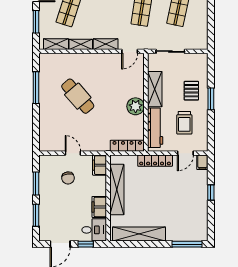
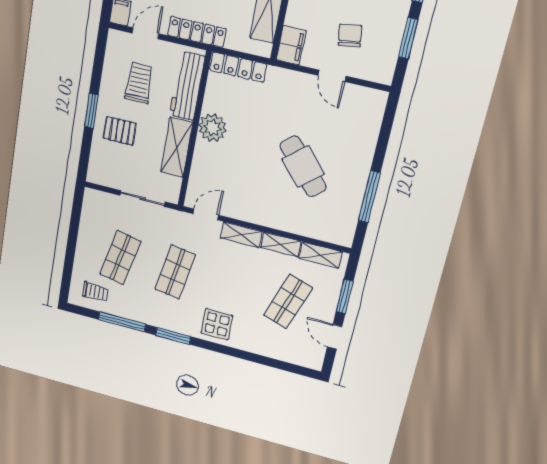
pallet: (191, 91) -> (120, 131), turned 90

